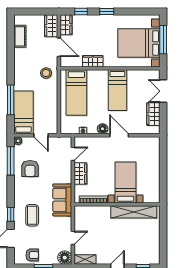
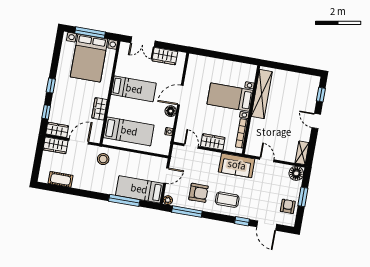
coffee table: (32, 215) -> (227, 200), moved
door: (73, 238) -> (267, 160), moved

